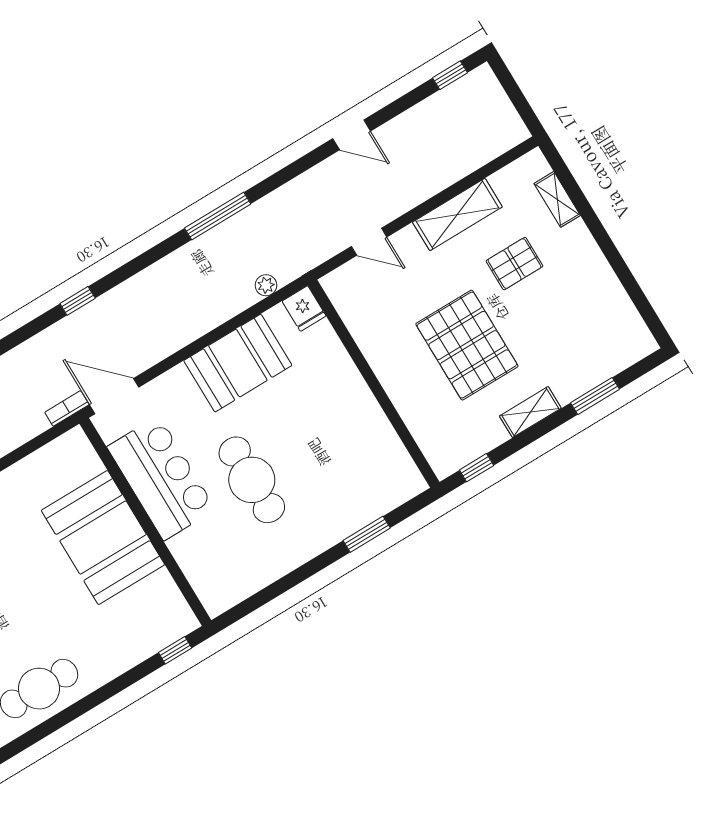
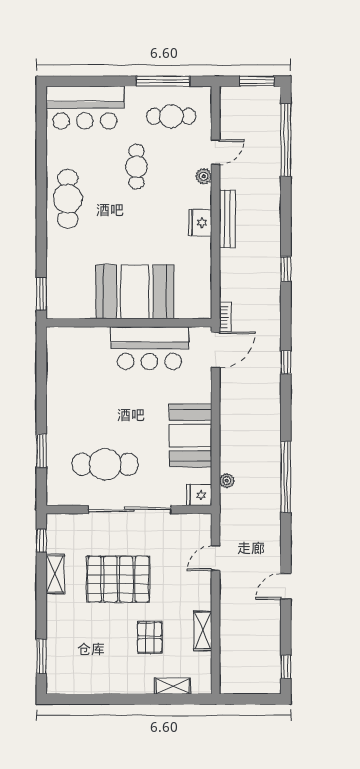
shelving: (457, 214) -> (203, 631), width x0.67, depth x0.75
window: (218, 216) -> (286, 477), width x1.46
sliding door: (373, 383) -> (130, 509), added
window: (595, 396) -> (41, 656), moved
shelving: (530, 412) -> (55, 574), moved
cafe table: (252, 480) -> (105, 464), moved
window: (175, 650) -> (41, 294), width x1.50

